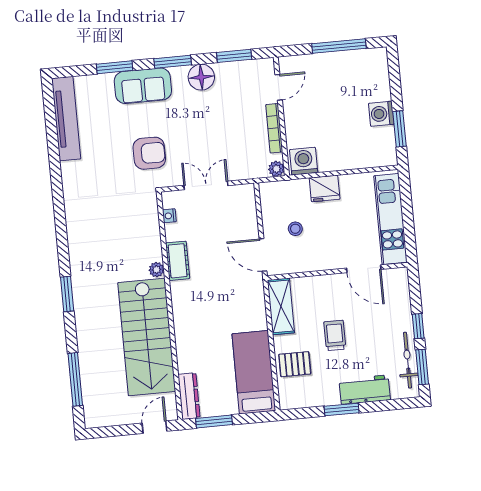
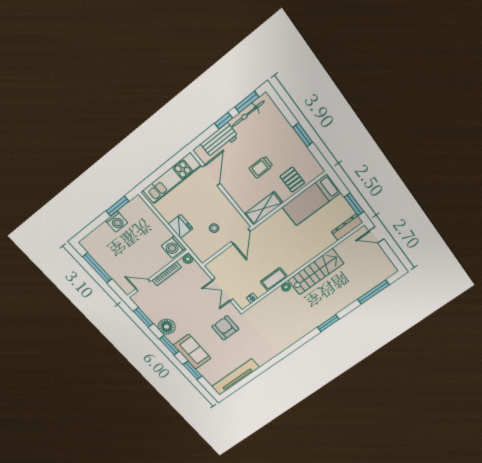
stairs: (147, 337) -> (316, 272), width x0.73, depth x0.66
workbench: (365, 390) -> (220, 140), moved, turned -90

